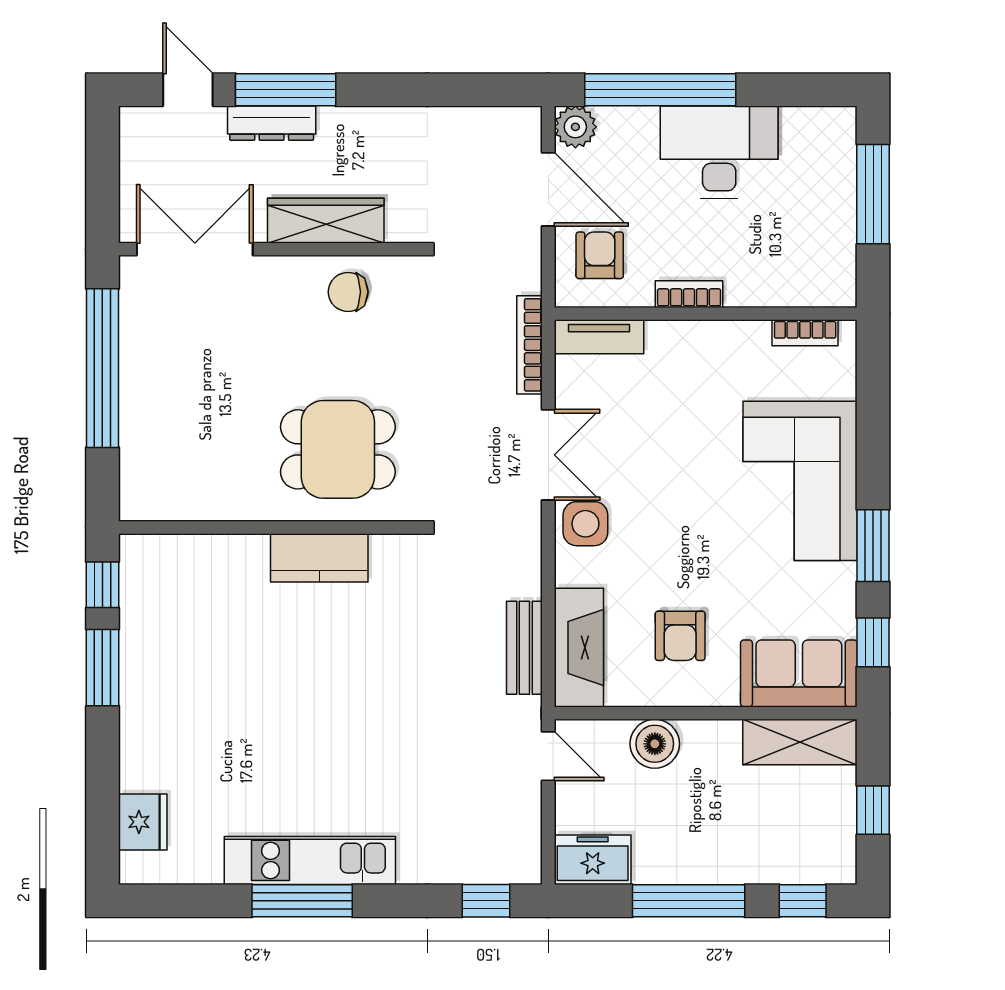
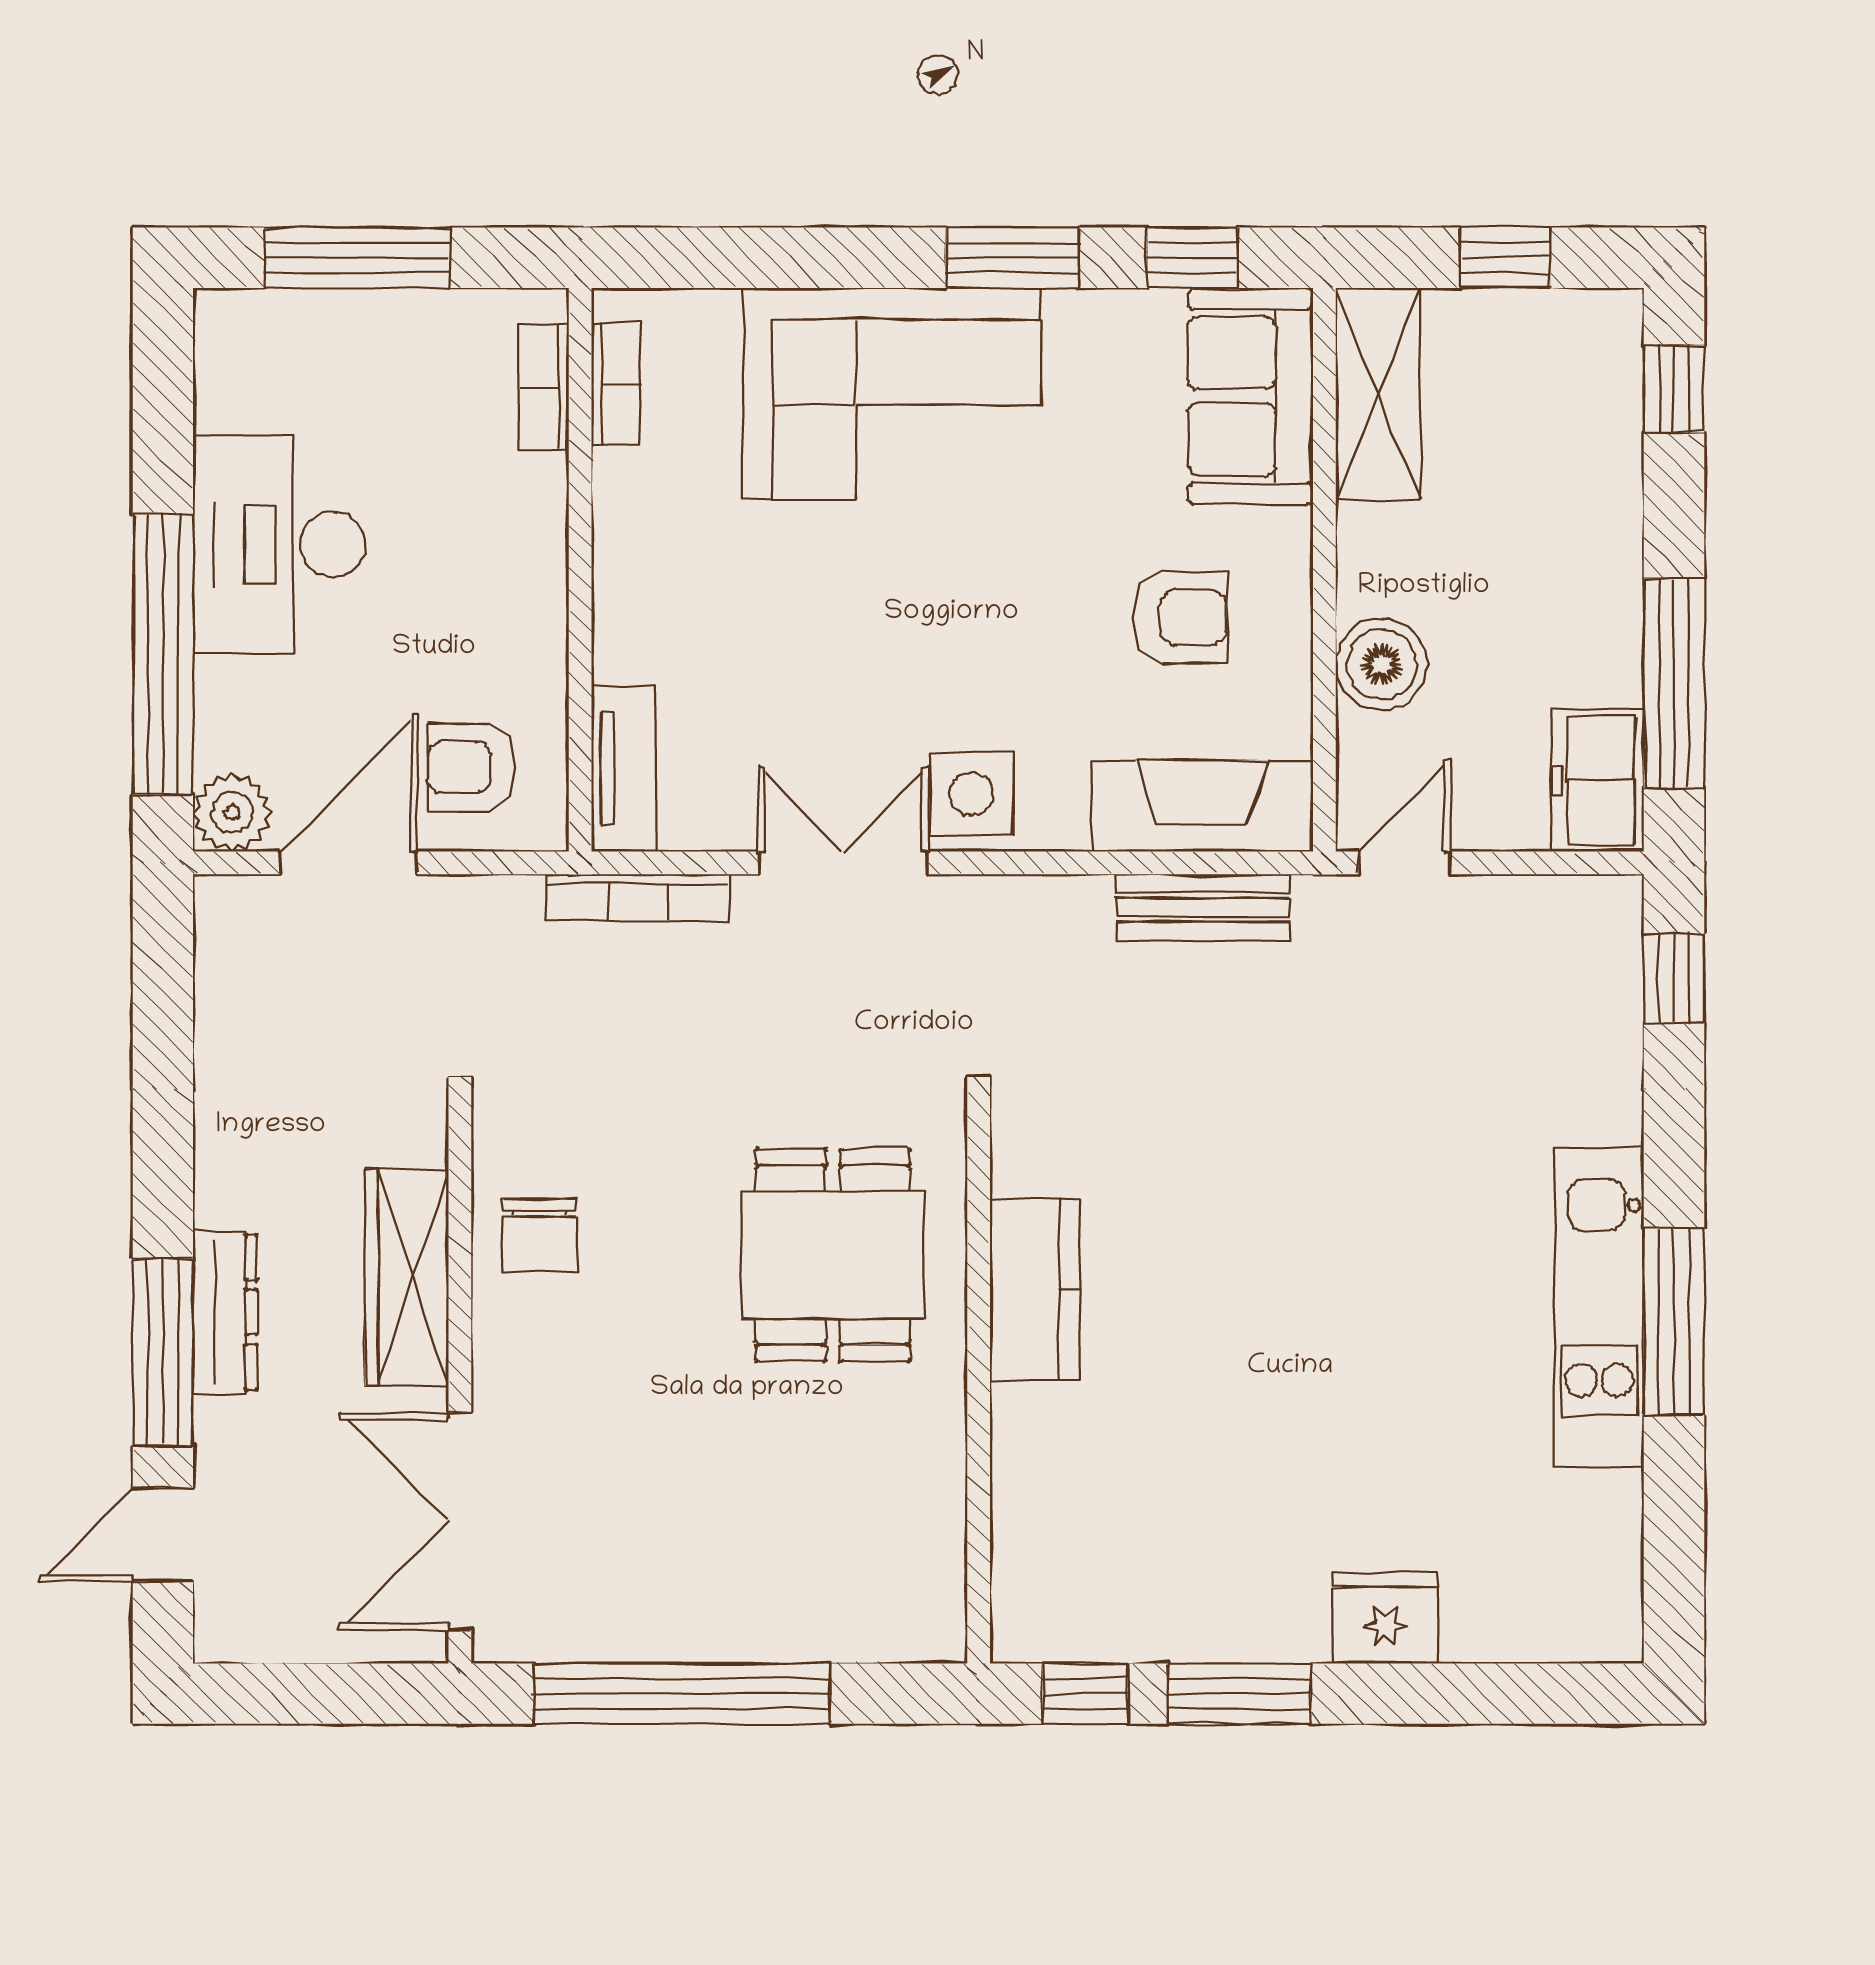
dresser: (272, 123) -> (225, 1312), moved
bookcase: (689, 294) -> (544, 388), moved
fridge: (143, 822) -> (1386, 1619), moved
window: (689, 901) -> (1674, 683), moved

